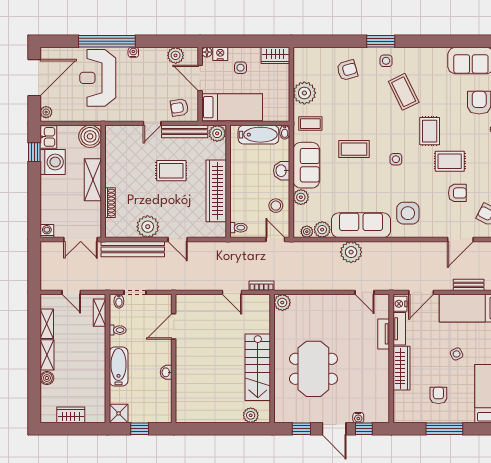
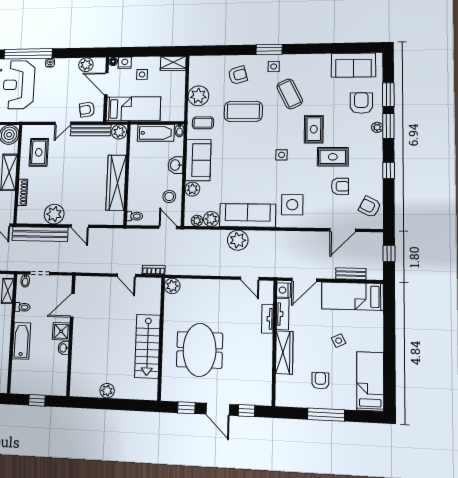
coffee table: (354, 149) -> (243, 111), moved, width x1.36, depth x1.32
rug: (171, 171) -> (39, 152), moved, turned 90
shower: (119, 413) -> (61, 331), moved
plant: (251, 415) -> (107, 391), moved
water cooler: (358, 418) -> (241, 399), removed

